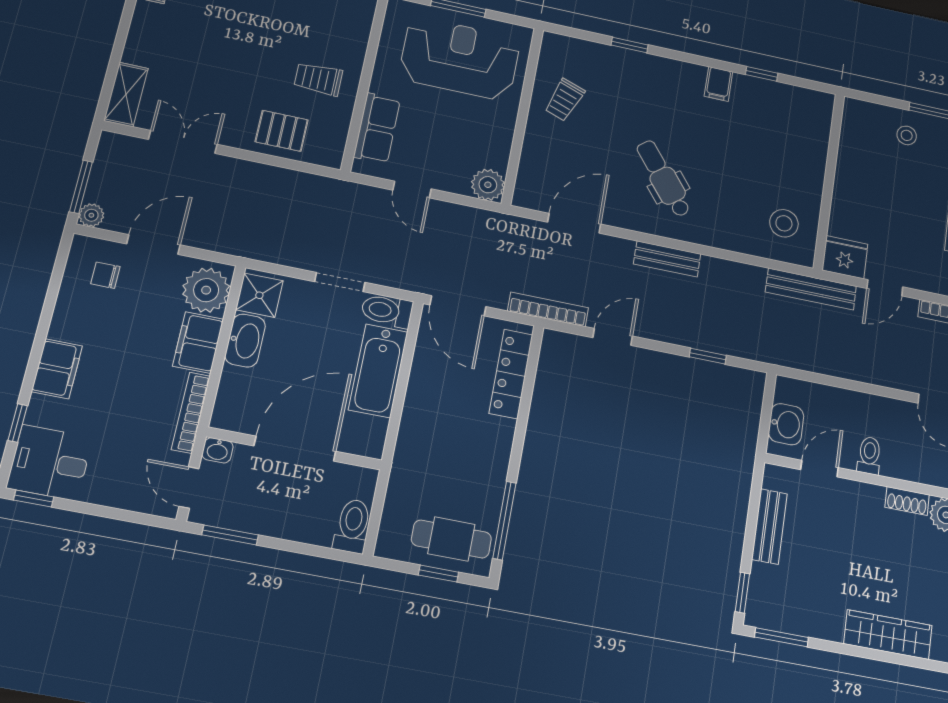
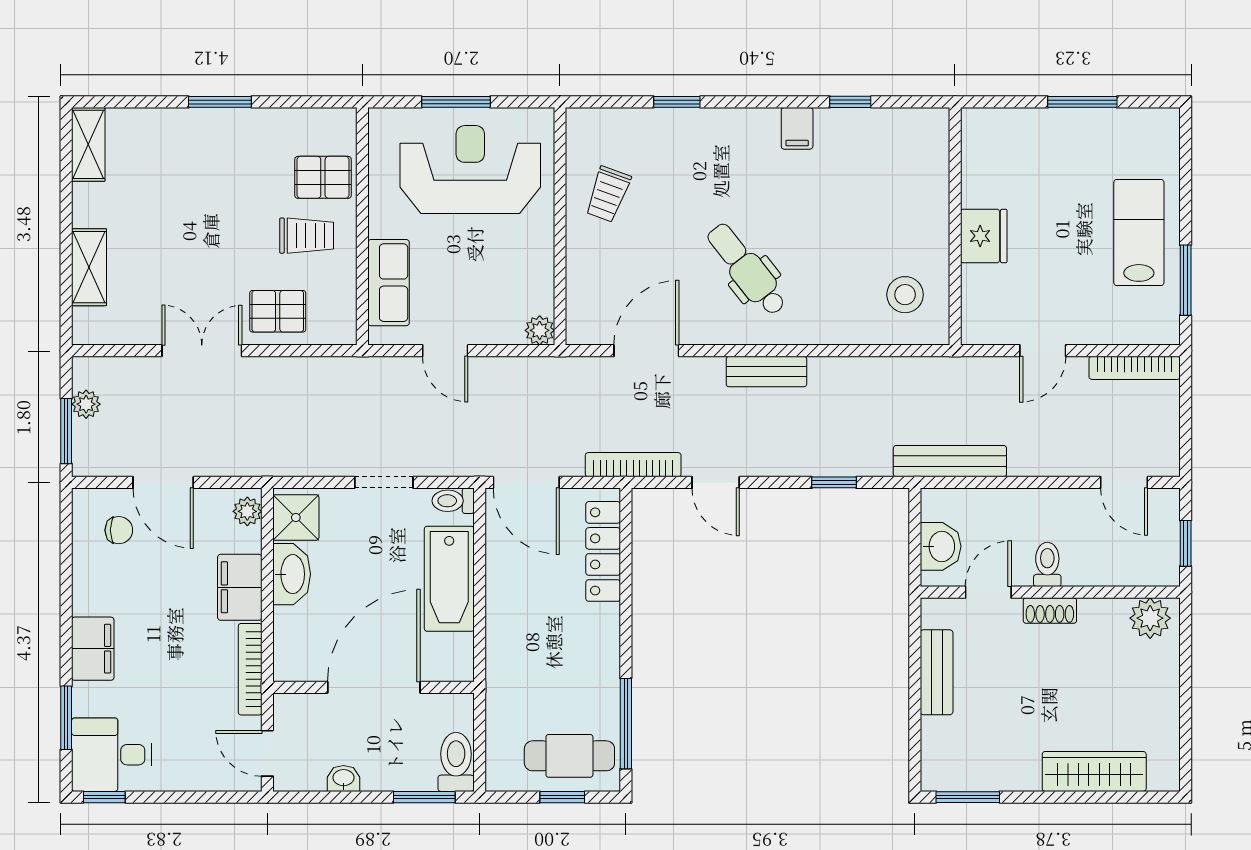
pallet: (341, 39) -> (323, 177), added
trolley: (318, 79) -> (307, 236), turned 180
shelving: (126, 94) -> (89, 267), moved
stool: (907, 135) -> (1048, 143), removed
double door: (183, 142) -> (202, 351), moved
plant: (488, 185) -> (540, 330), width x0.73, depth x0.73
plant: (91, 215) -> (86, 404), moved
door: (153, 244) -> (163, 482), swing flipped
fridge: (845, 257) -> (984, 236), moved, turned 90
chair: (105, 275) -> (119, 530), turned 180
bench: (811, 289) -> (950, 461), moved
plant: (206, 290) -> (247, 511), width x0.53, depth x0.53
toilet: (387, 311) -> (453, 501), width x0.73, depth x0.72
door: (613, 337) -> (716, 482), swing flipped
window: (18, 423) -> (66, 718), width x1.50
washbasin: (218, 450) -> (343, 778), moved, turned 180
shoe rack: (907, 501) -> (1050, 611), moved
window: (230, 535) -> (424, 797), moved
window: (742, 593) -> (915, 755), removed

